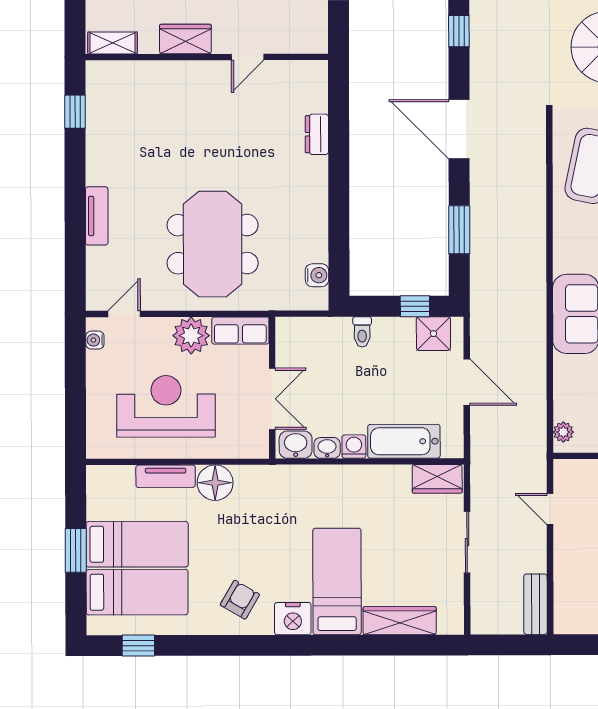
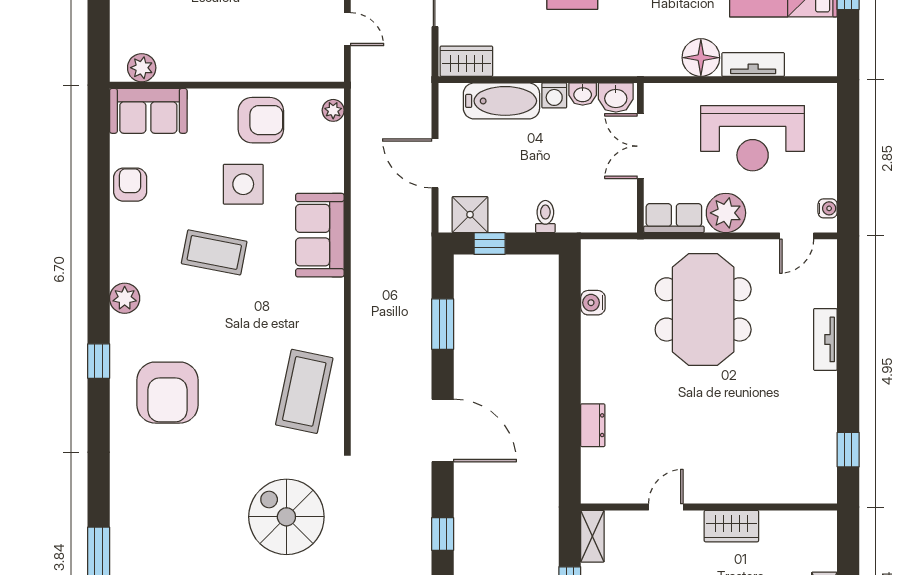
shelving: (113, 43) -> (592, 536), moved, turned 90
water cooler: (317, 275) -> (593, 303), moved

